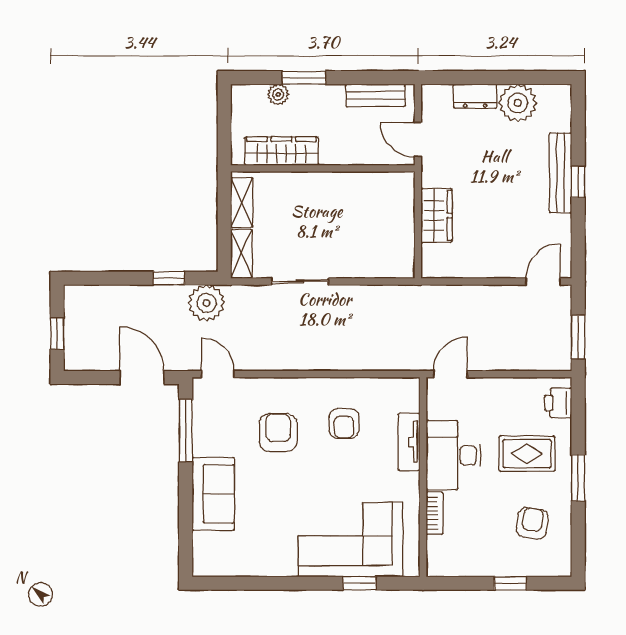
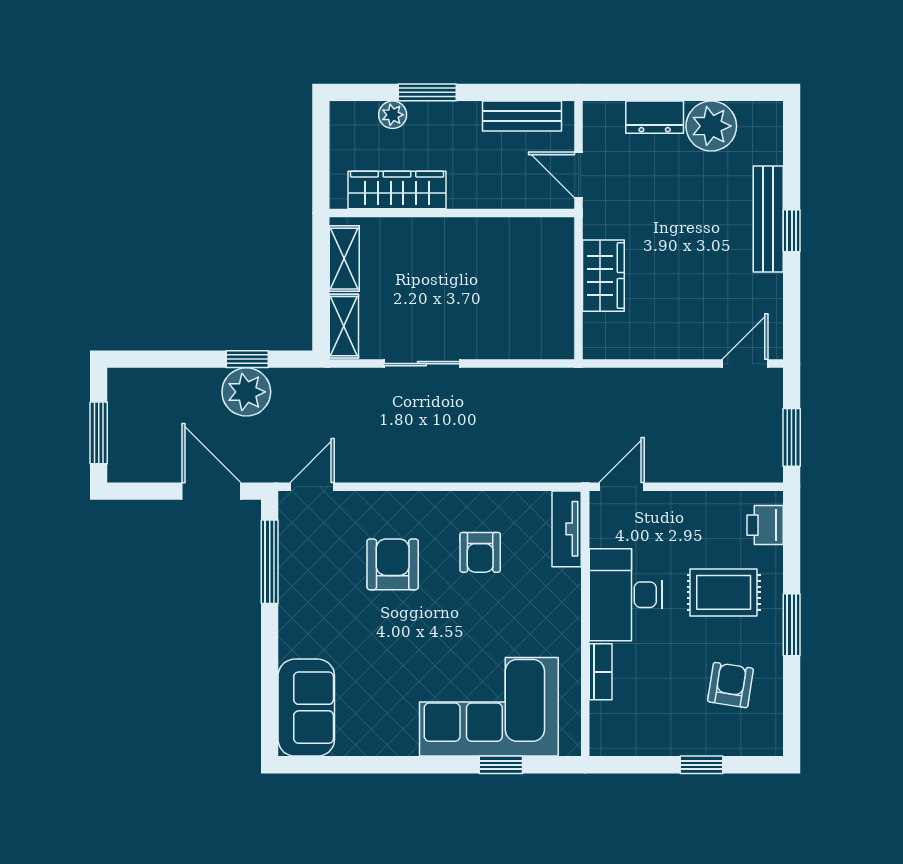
plant: (206, 303) -> (246, 392), moved
window: (57, 334) -> (99, 433), width x1.50
door: (218, 374) -> (312, 487), hinge flipped
tv unit: (409, 442) -> (567, 529), moved
sofa: (213, 494) -> (306, 708), moved

